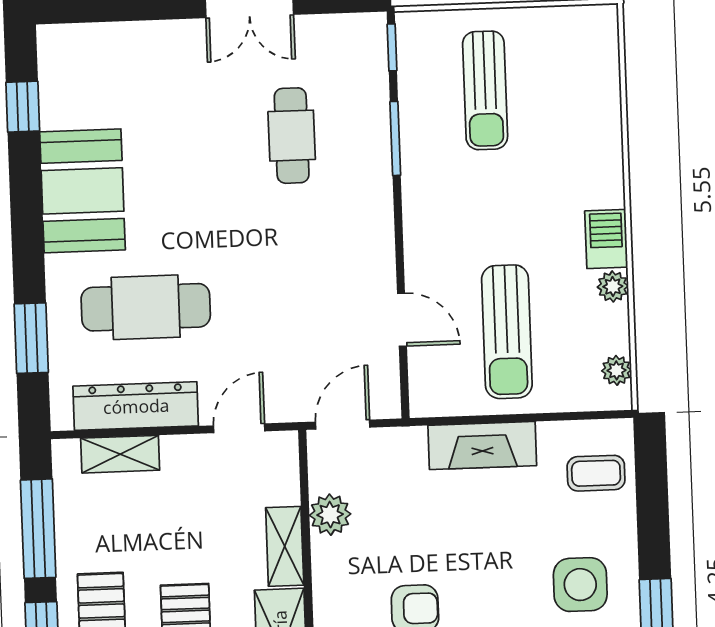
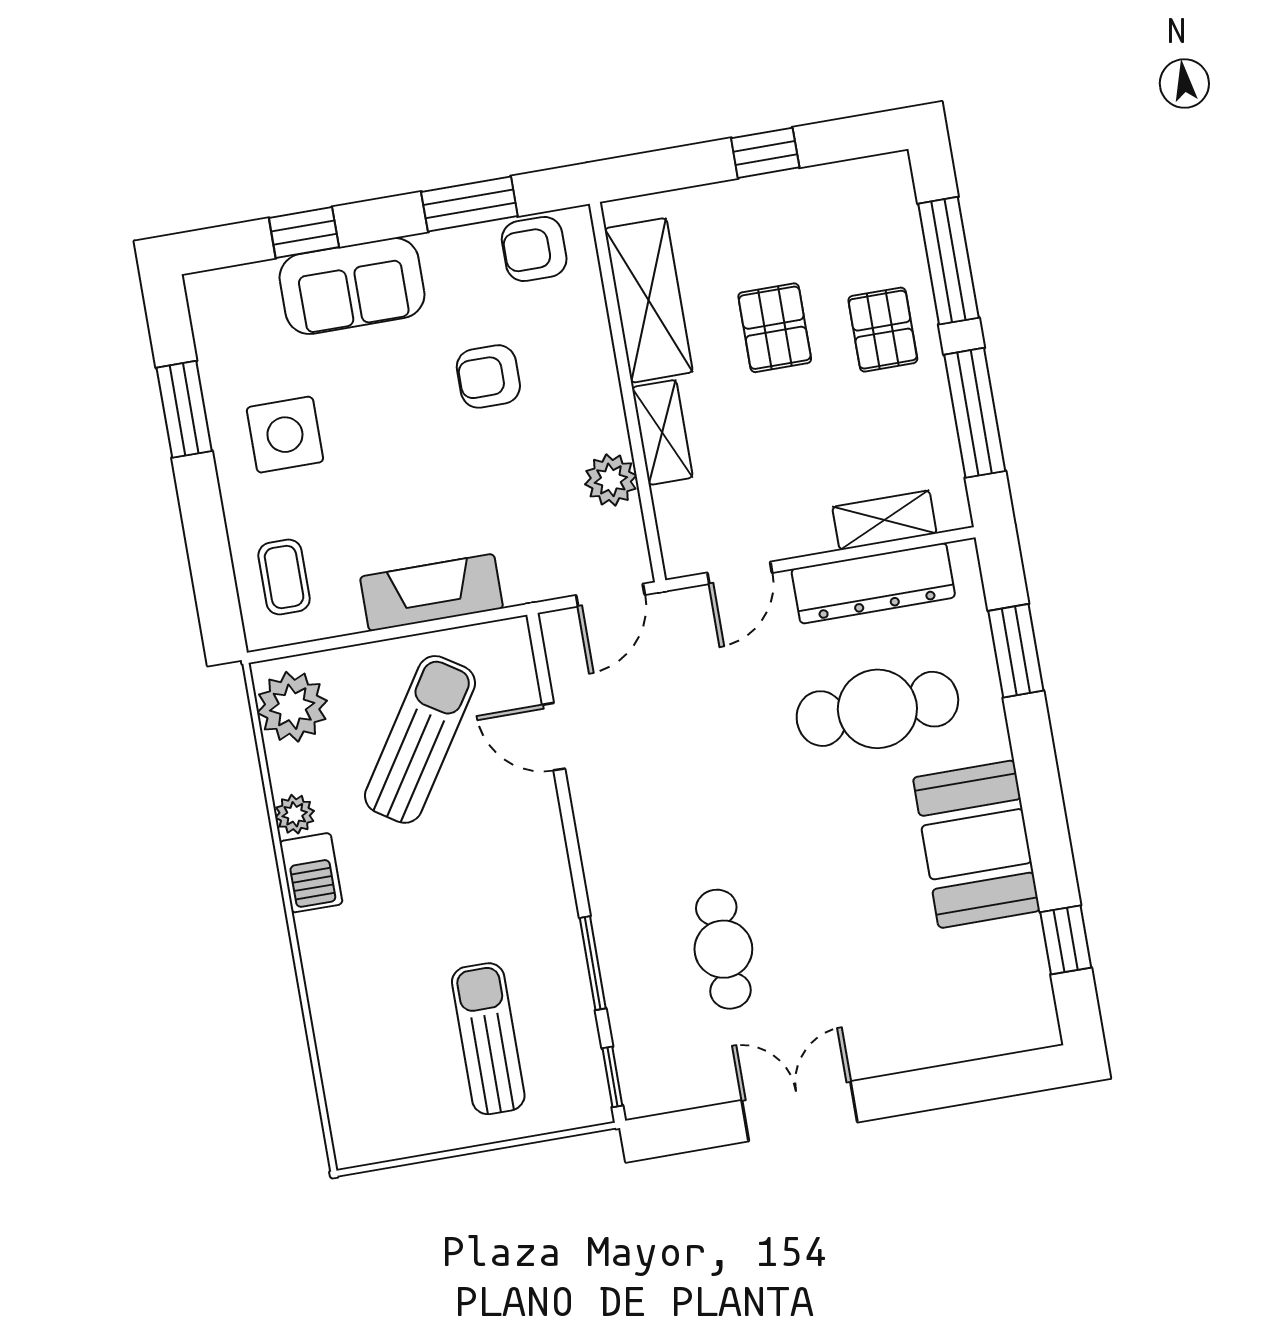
sun lounger: (507, 332) -> (420, 739), turned 33
plant: (616, 370) -> (292, 707), width x1.87, depth x1.87
coffee table: (596, 473) -> (284, 577), turned 90

